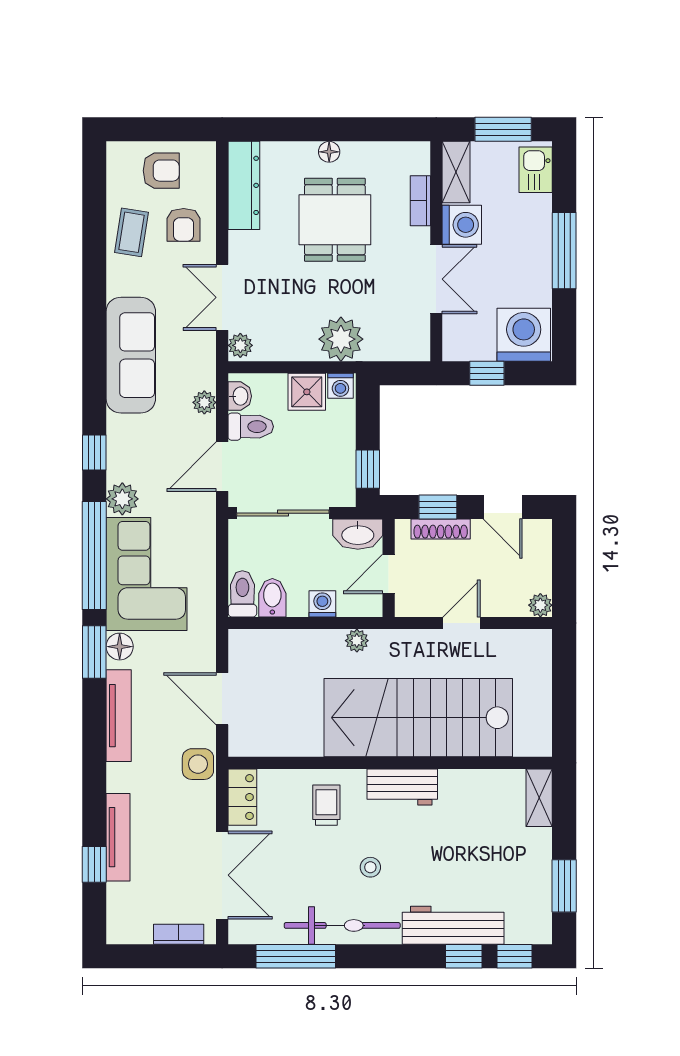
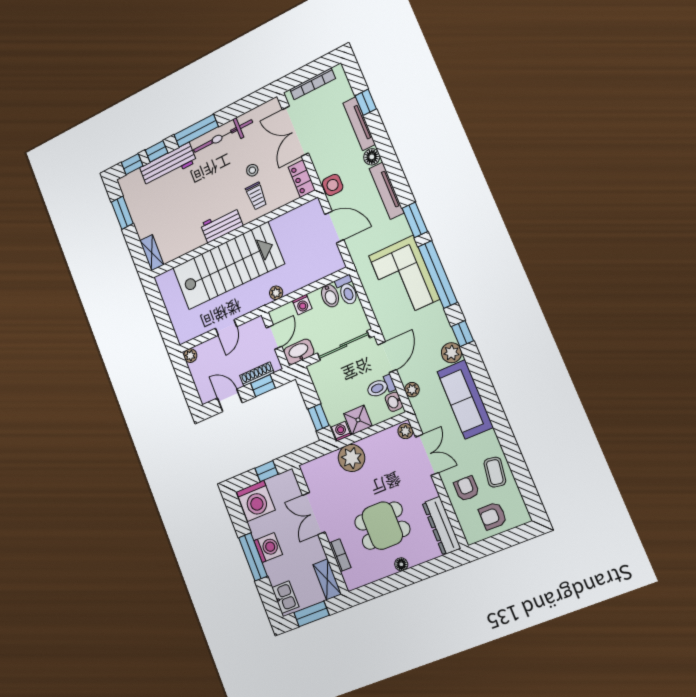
dining table: (335, 220) -> (382, 526), turned 90
washing machine: (462, 225) -> (268, 548), moved, turned 180
window: (368, 469) -> (318, 417), moved
plant: (122, 499) -> (451, 353), moved
floor lamp: (120, 647) -> (372, 157), moved
stool: (370, 867) -> (252, 170), moved
bookcase: (179, 934) -> (313, 84), width x1.56
window: (296, 956) -> (196, 131), moved

